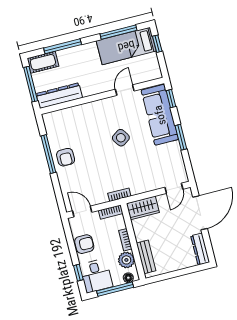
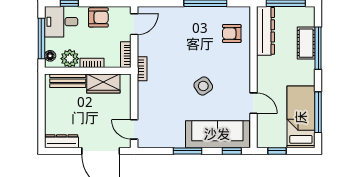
window: (157, 44) -> (277, 151), moved
cot: (43, 62) -> (306, 43), moved
armchair: (66, 157) -> (232, 34), moved
wardrobe: (143, 208) -> (103, 84), moved, turned -90
armchair: (84, 244) -> (98, 17), turned -90

